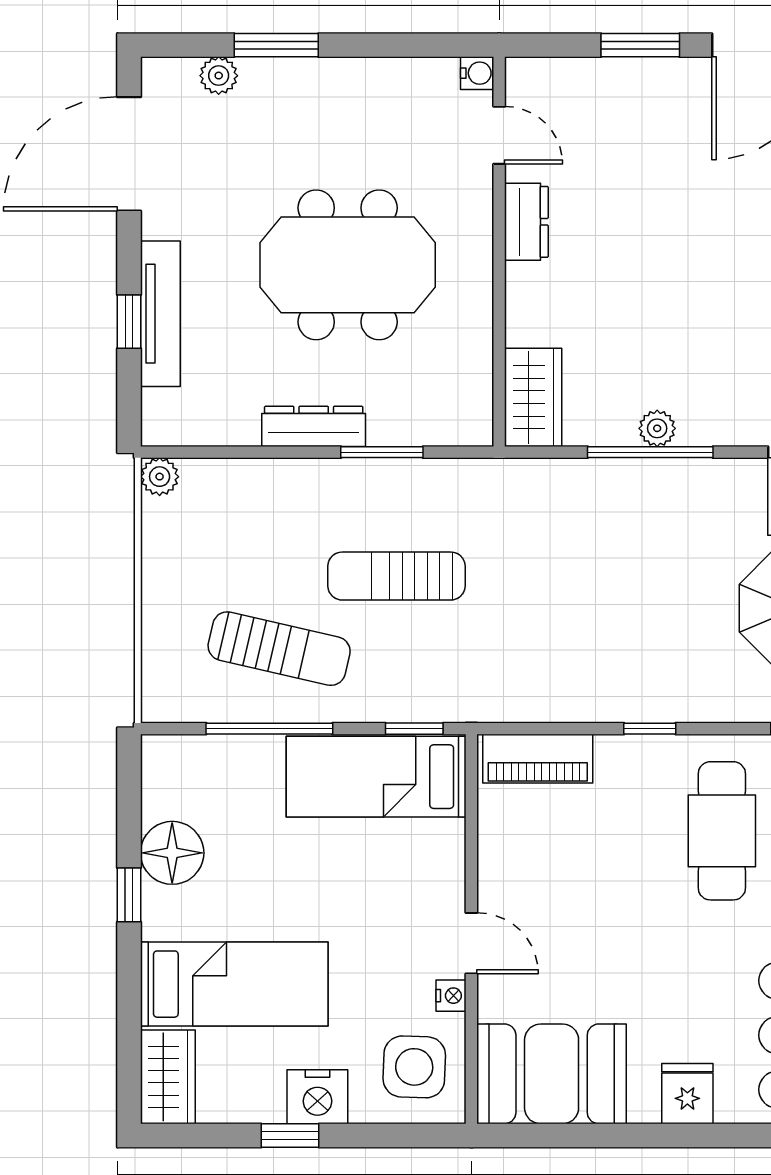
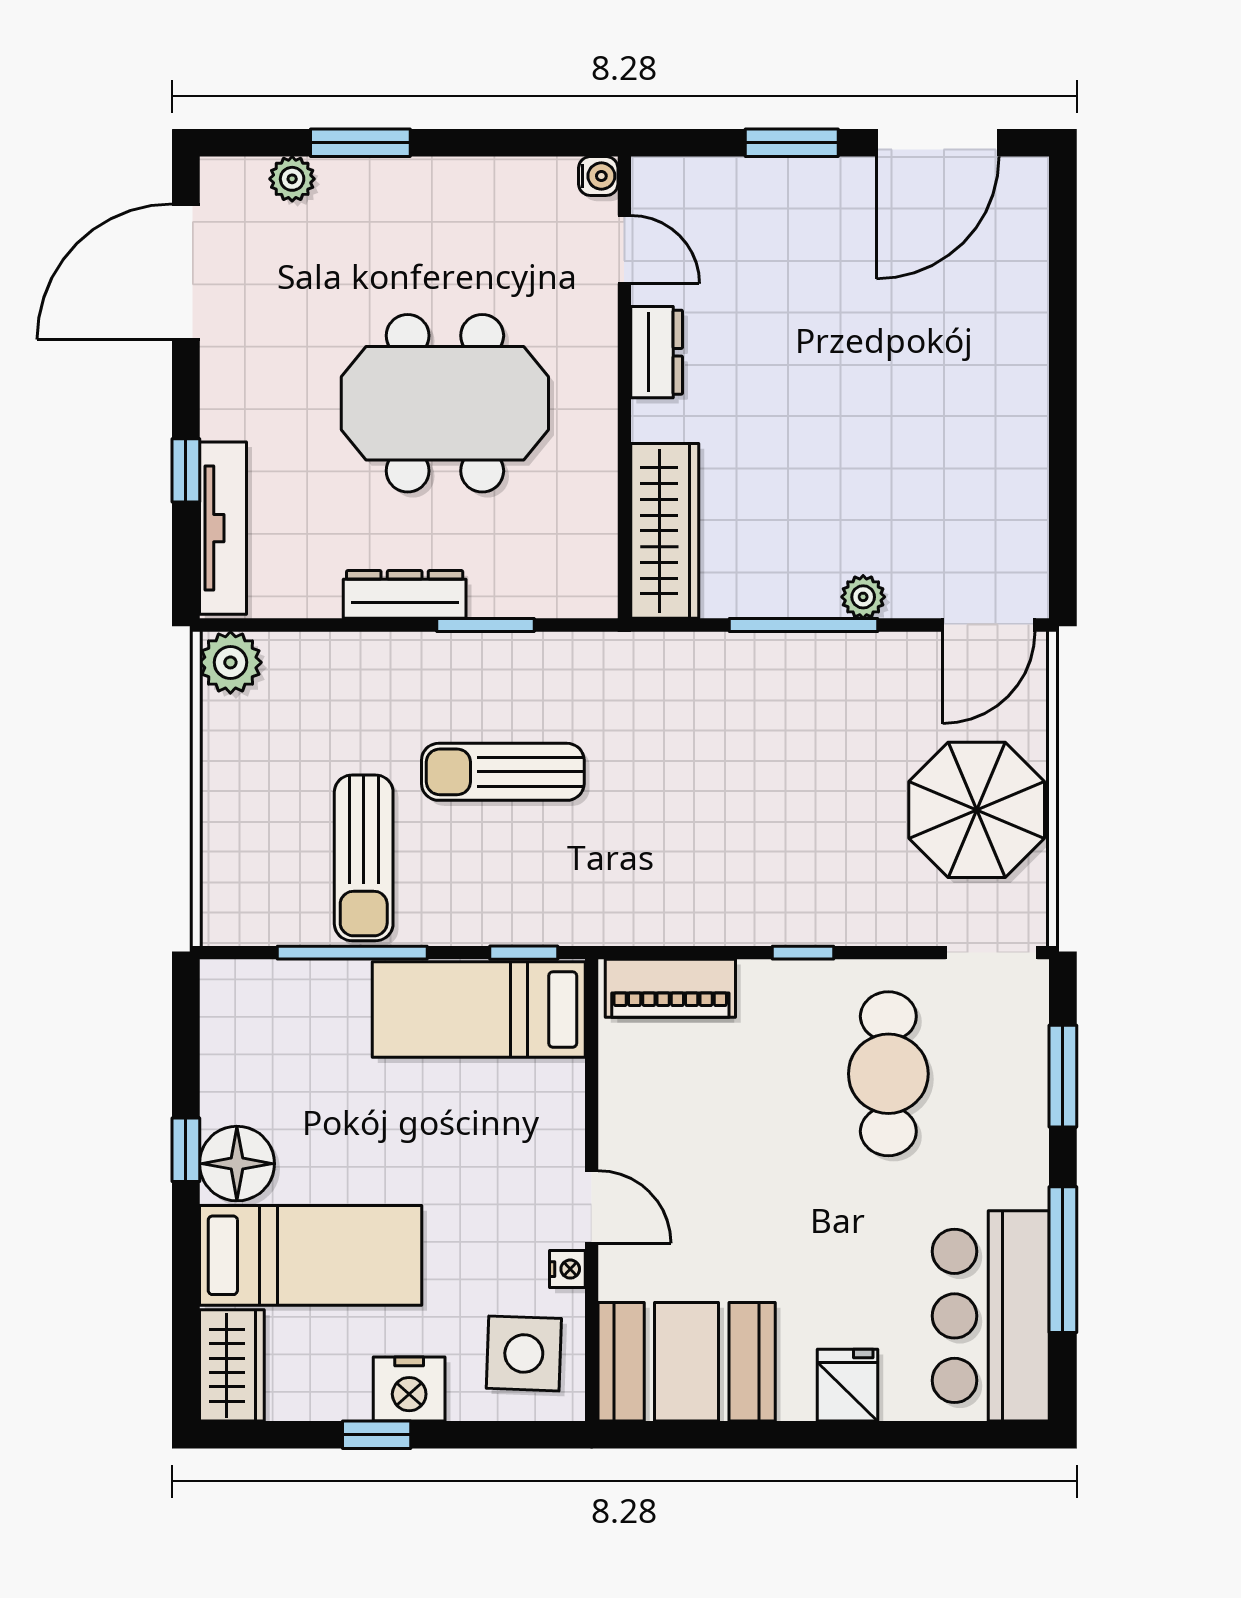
tv unit: (160, 314) -> (223, 528), moved
wardrobe: (533, 397) -> (665, 531), width x1.50
plant: (657, 428) -> (863, 597), moved
plant: (160, 477) -> (230, 662), width x1.38, depth x1.38
sun lounger: (279, 649) -> (364, 858), turned 77
floor lamp: (172, 853) -> (237, 1164), moved

